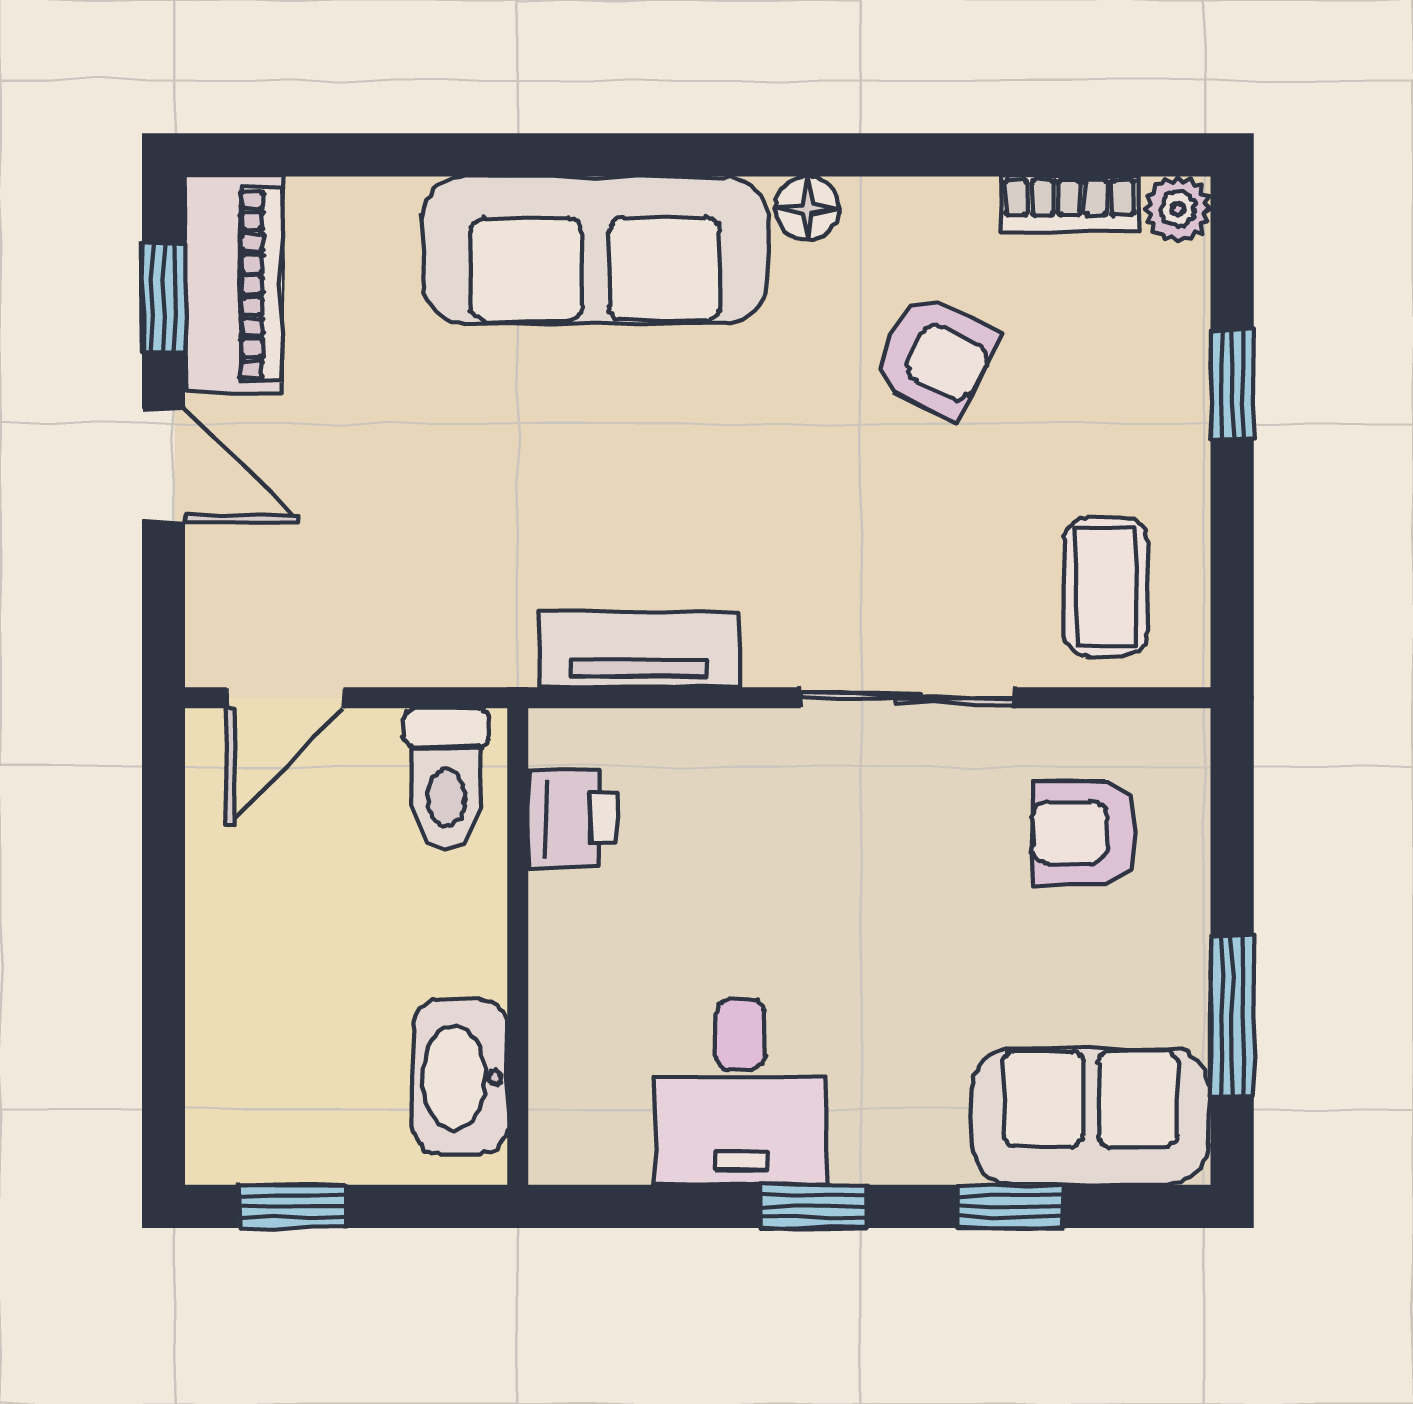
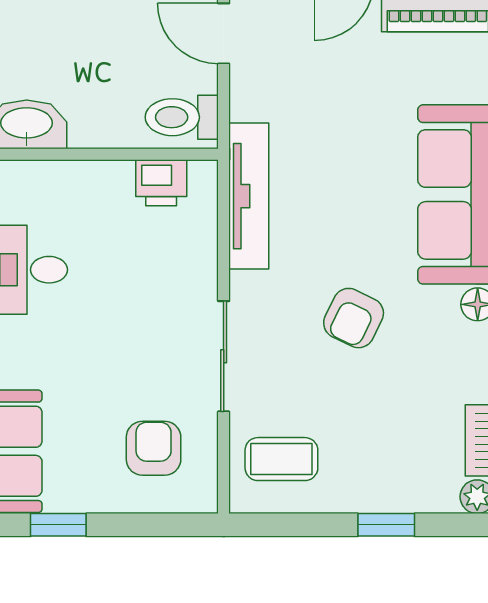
armchair: (934, 357) -> (354, 318), moved
tv unit: (639, 649) -> (249, 196), width x1.41
window: (1232, 1016) -> (58, 525), width x0.67

